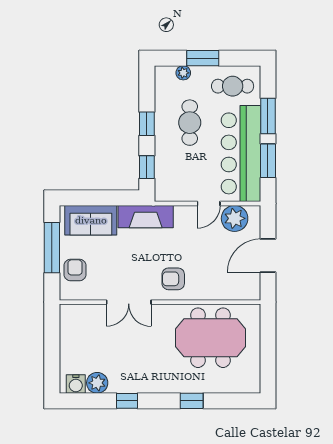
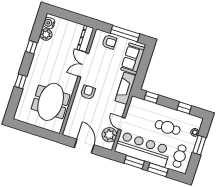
window: (147, 124) -> (184, 108), moved
dresser: (82, 313) -> (85, 39), added

